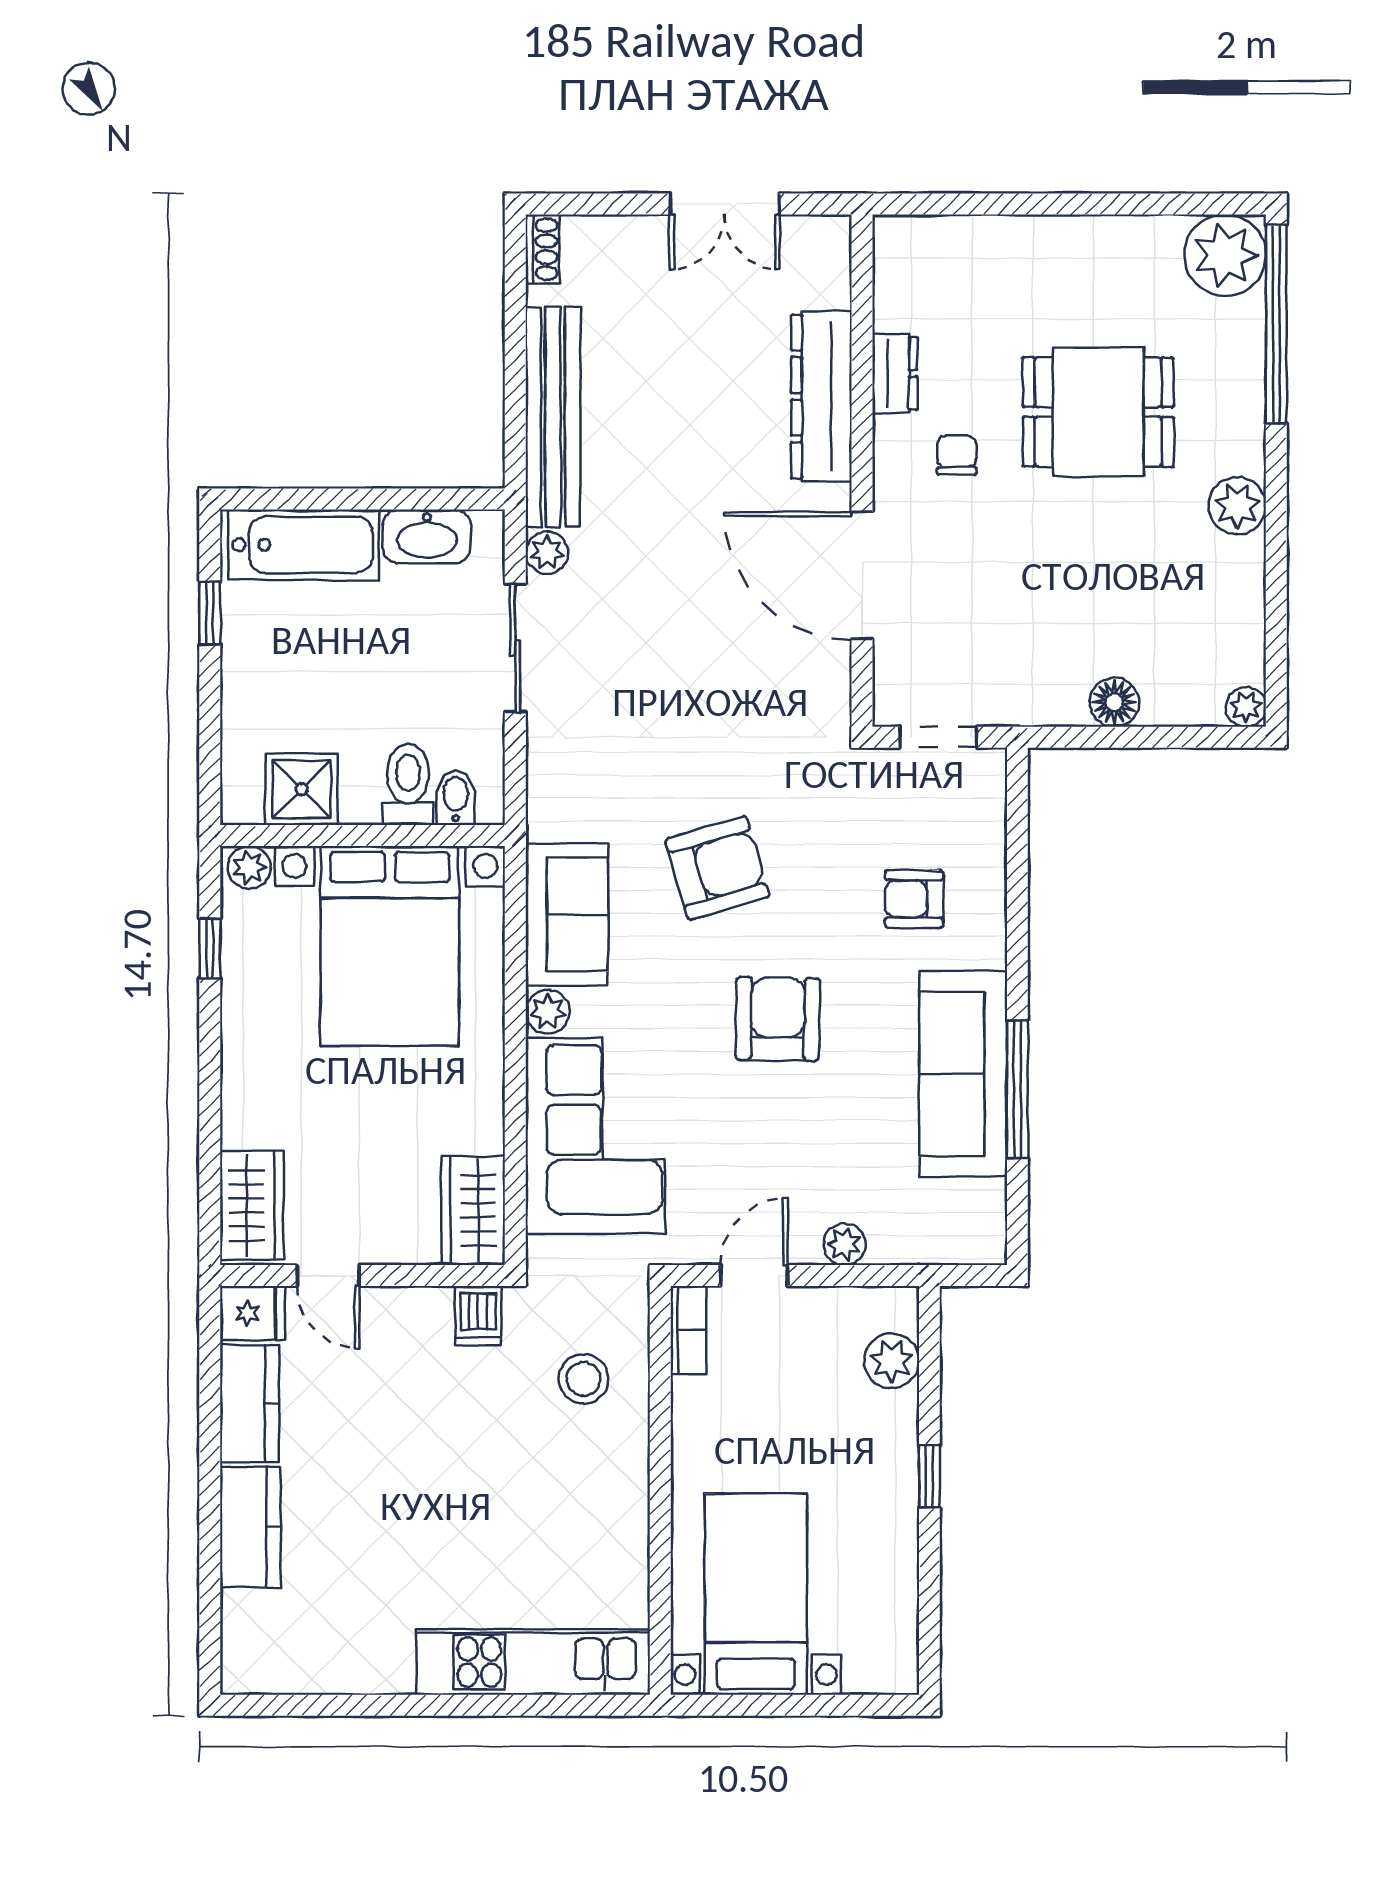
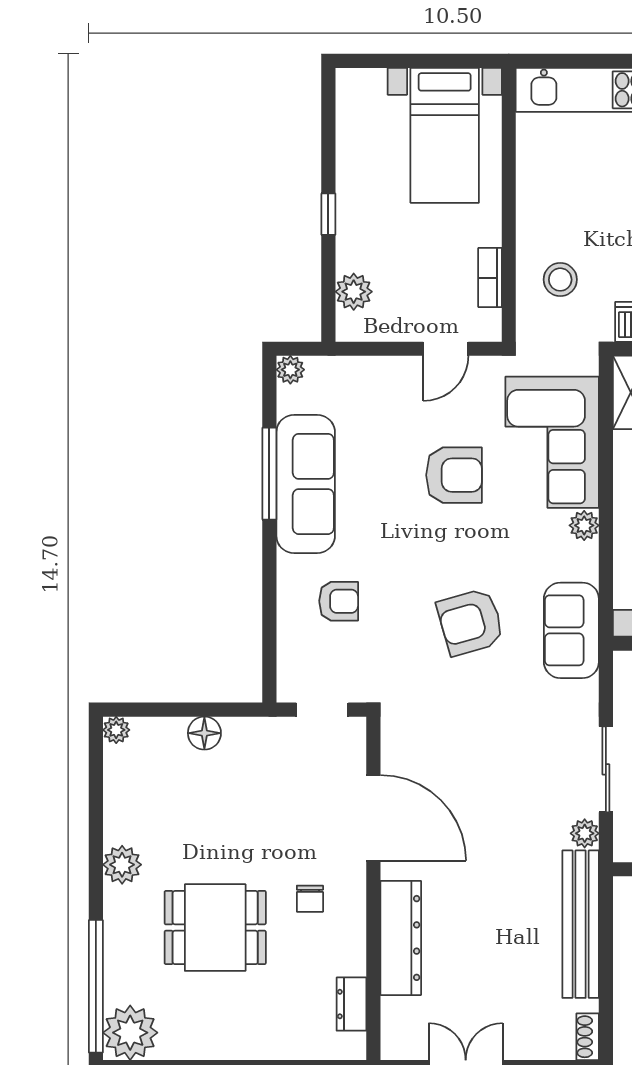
dresser: (895, 373) -> (352, 1004), moved
sofa: (567, 914) -> (571, 630), moved
armchair: (778, 1019) -> (454, 475), moved, turned -91
plant: (844, 1244) -> (290, 370), moved
bookcase: (688, 1330) -> (490, 278), moved

